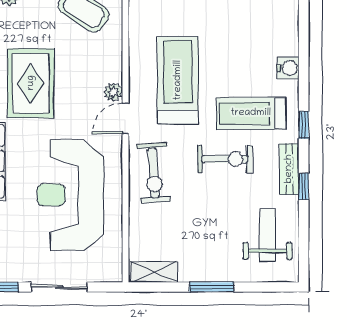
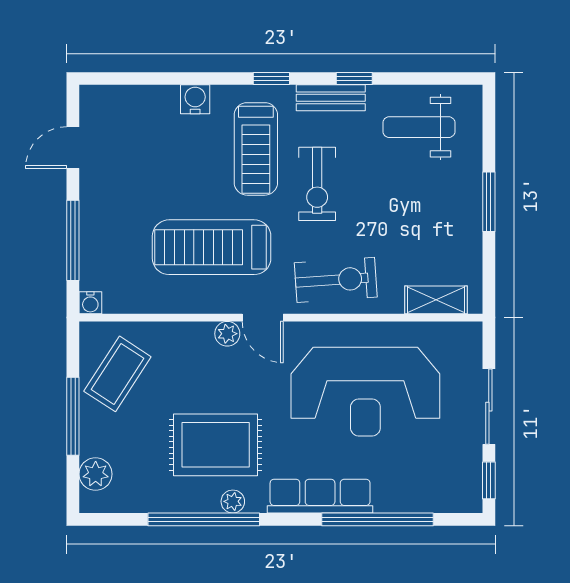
exercise bike: (225, 159) -> (317, 184), turned 180
shelving: (154, 272) -> (436, 300), moved, turned 90

